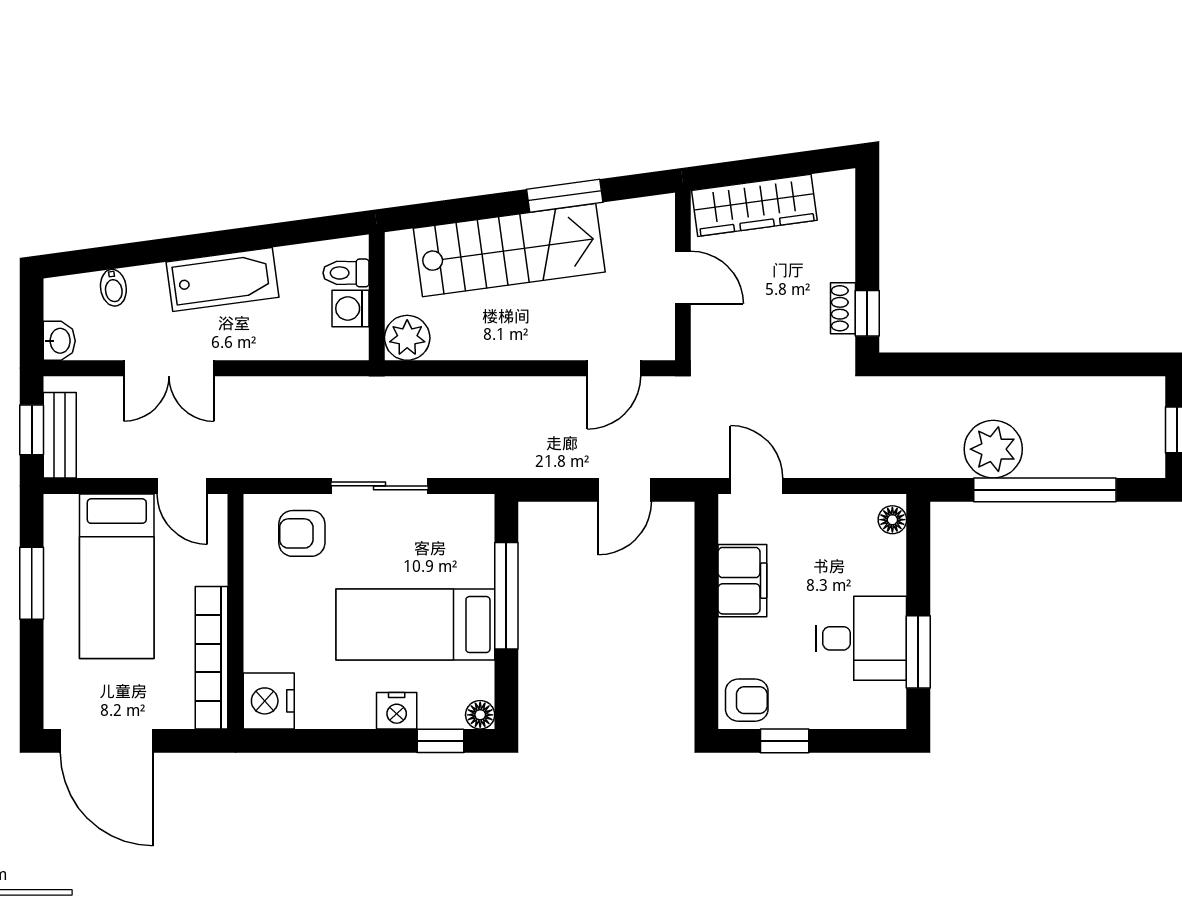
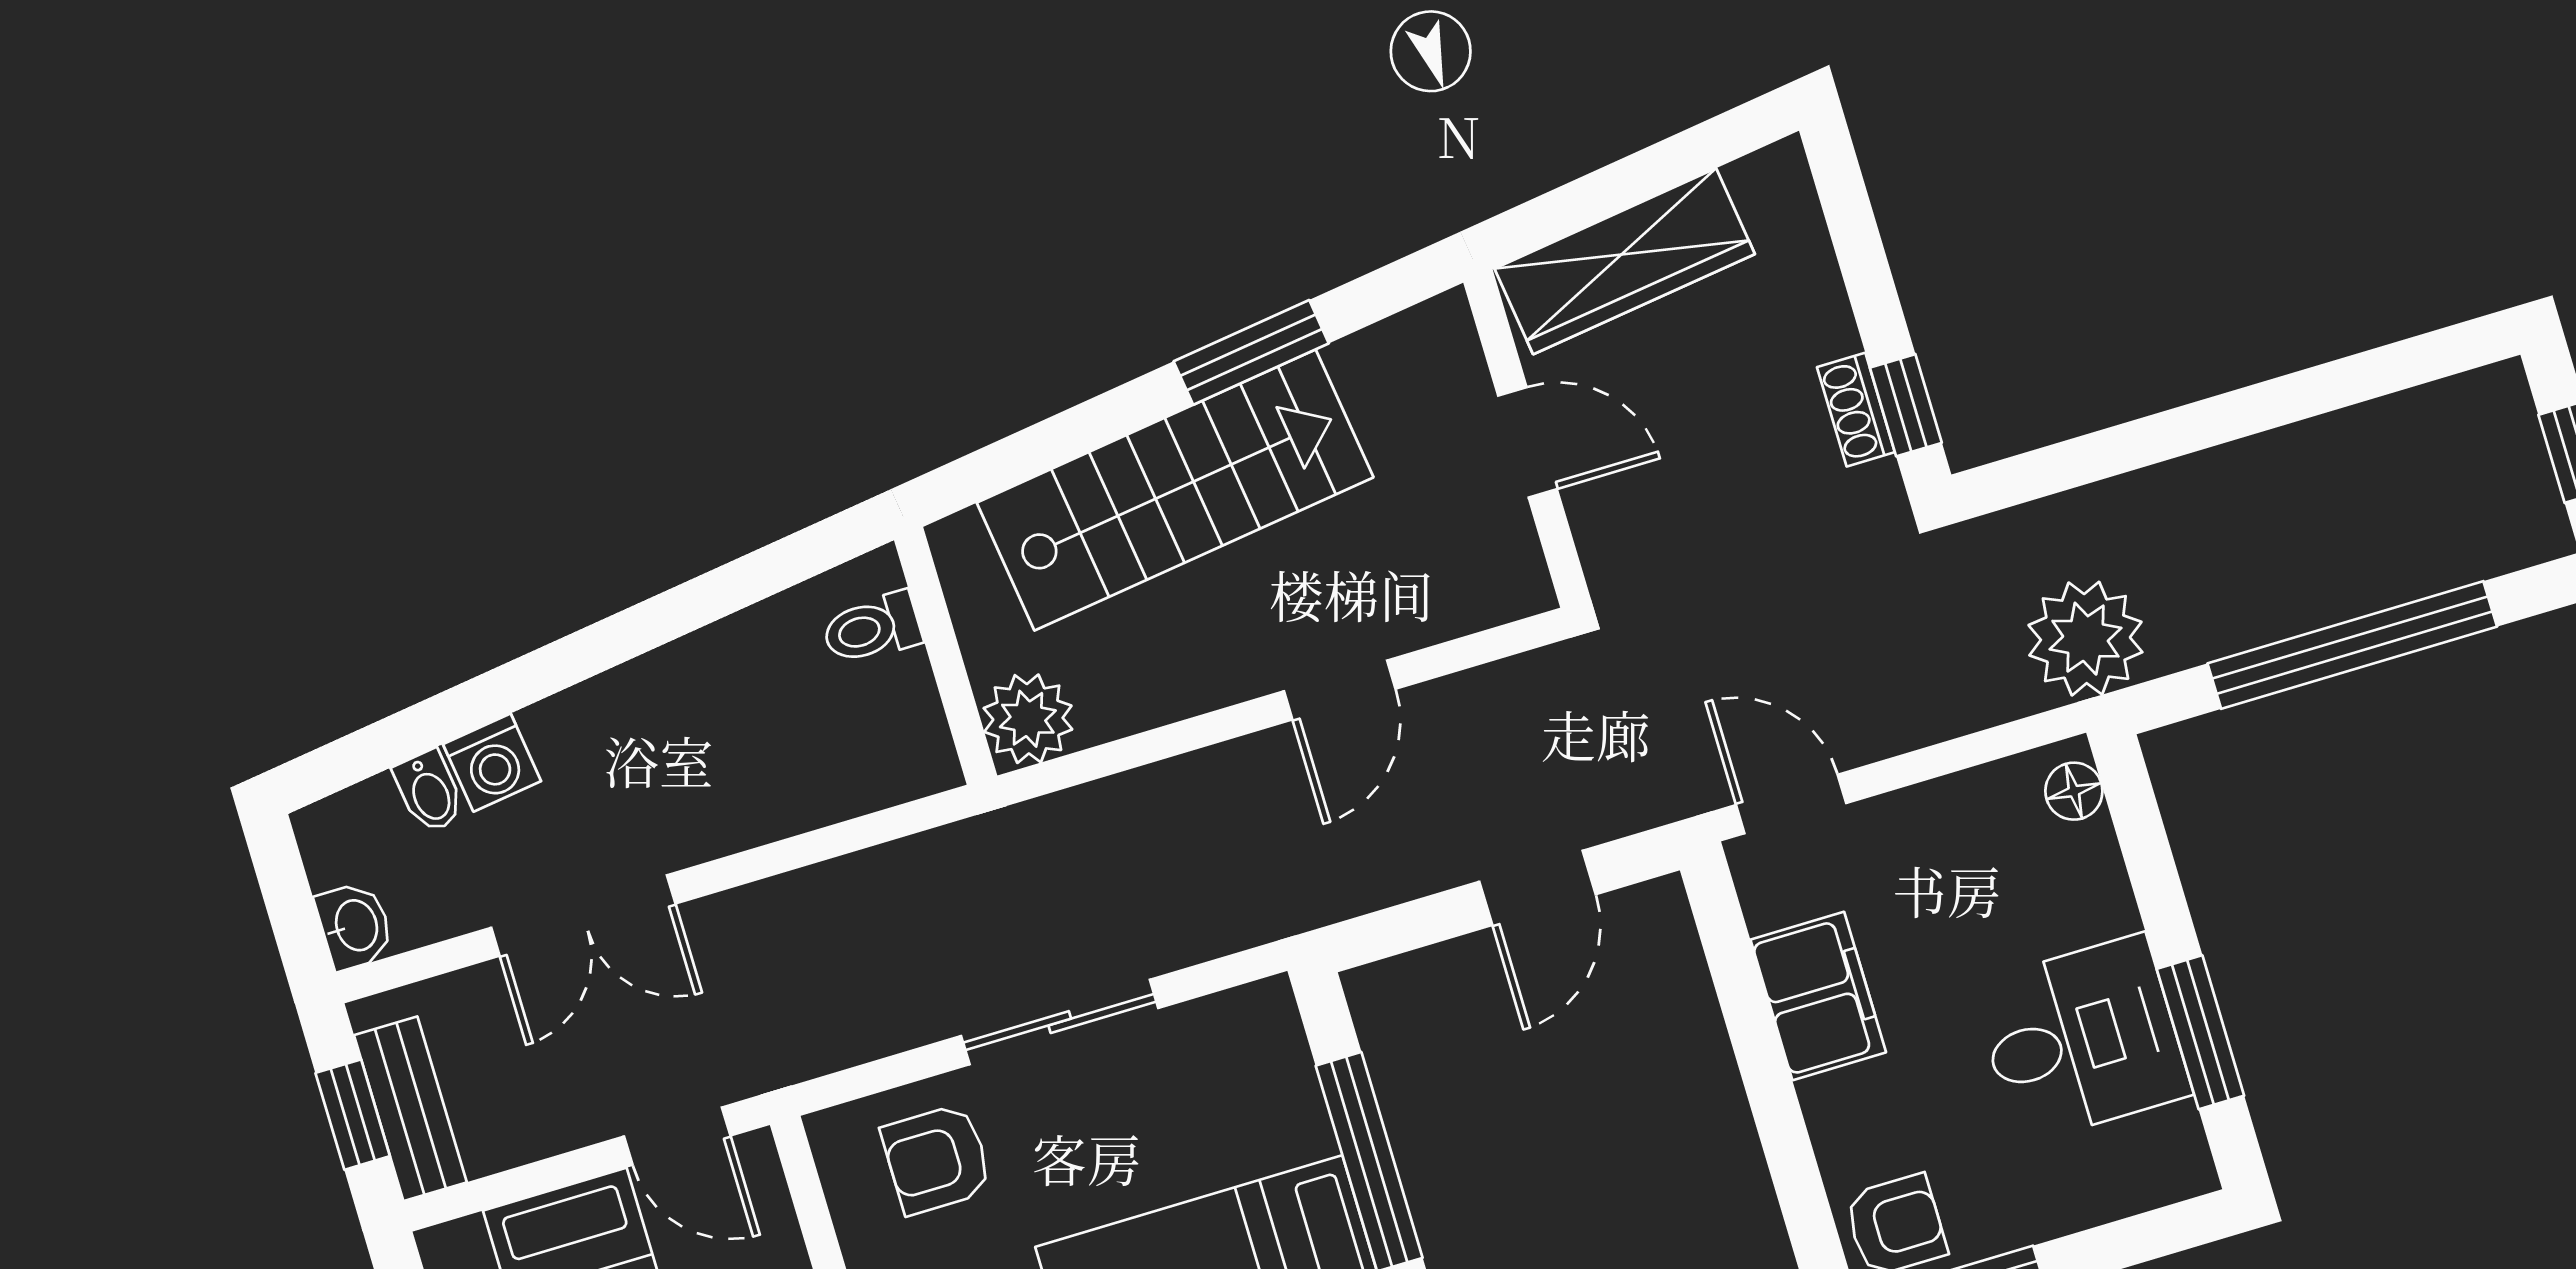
bathtub: (222, 280) -> (636, 713), removed
washing machine: (351, 309) -> (492, 763), moved, turned -98
door: (614, 368) -> (1340, 690), moved
plant: (993, 449) -> (2085, 639), moved

